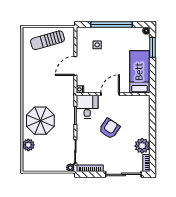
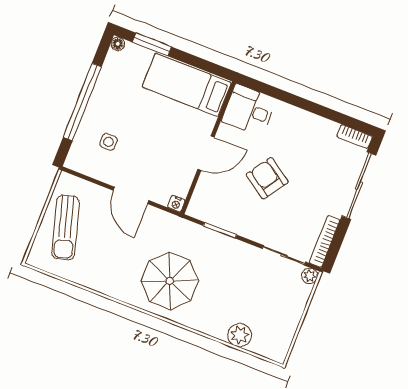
door: (110, 94) -> (206, 153), swing flipped
desk: (87, 107) -> (249, 110), moved
parasol: (40, 121) -> (170, 281), moved
plant: (142, 146) -> (321, 132), removed

